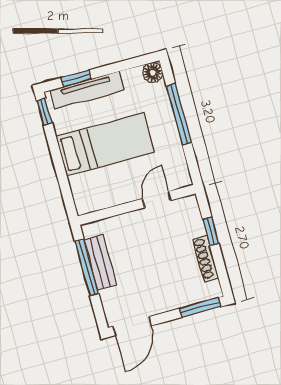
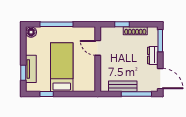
tv unit: (87, 90) -> (31, 69), width x0.71
window: (44, 112) -> (47, 94), moved
window: (87, 267) -> (136, 94), moved
dresser: (170, 301) -> (153, 55), added

